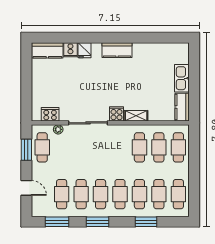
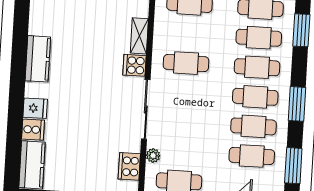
cafe table: (139, 147) -> (186, 63), moved

